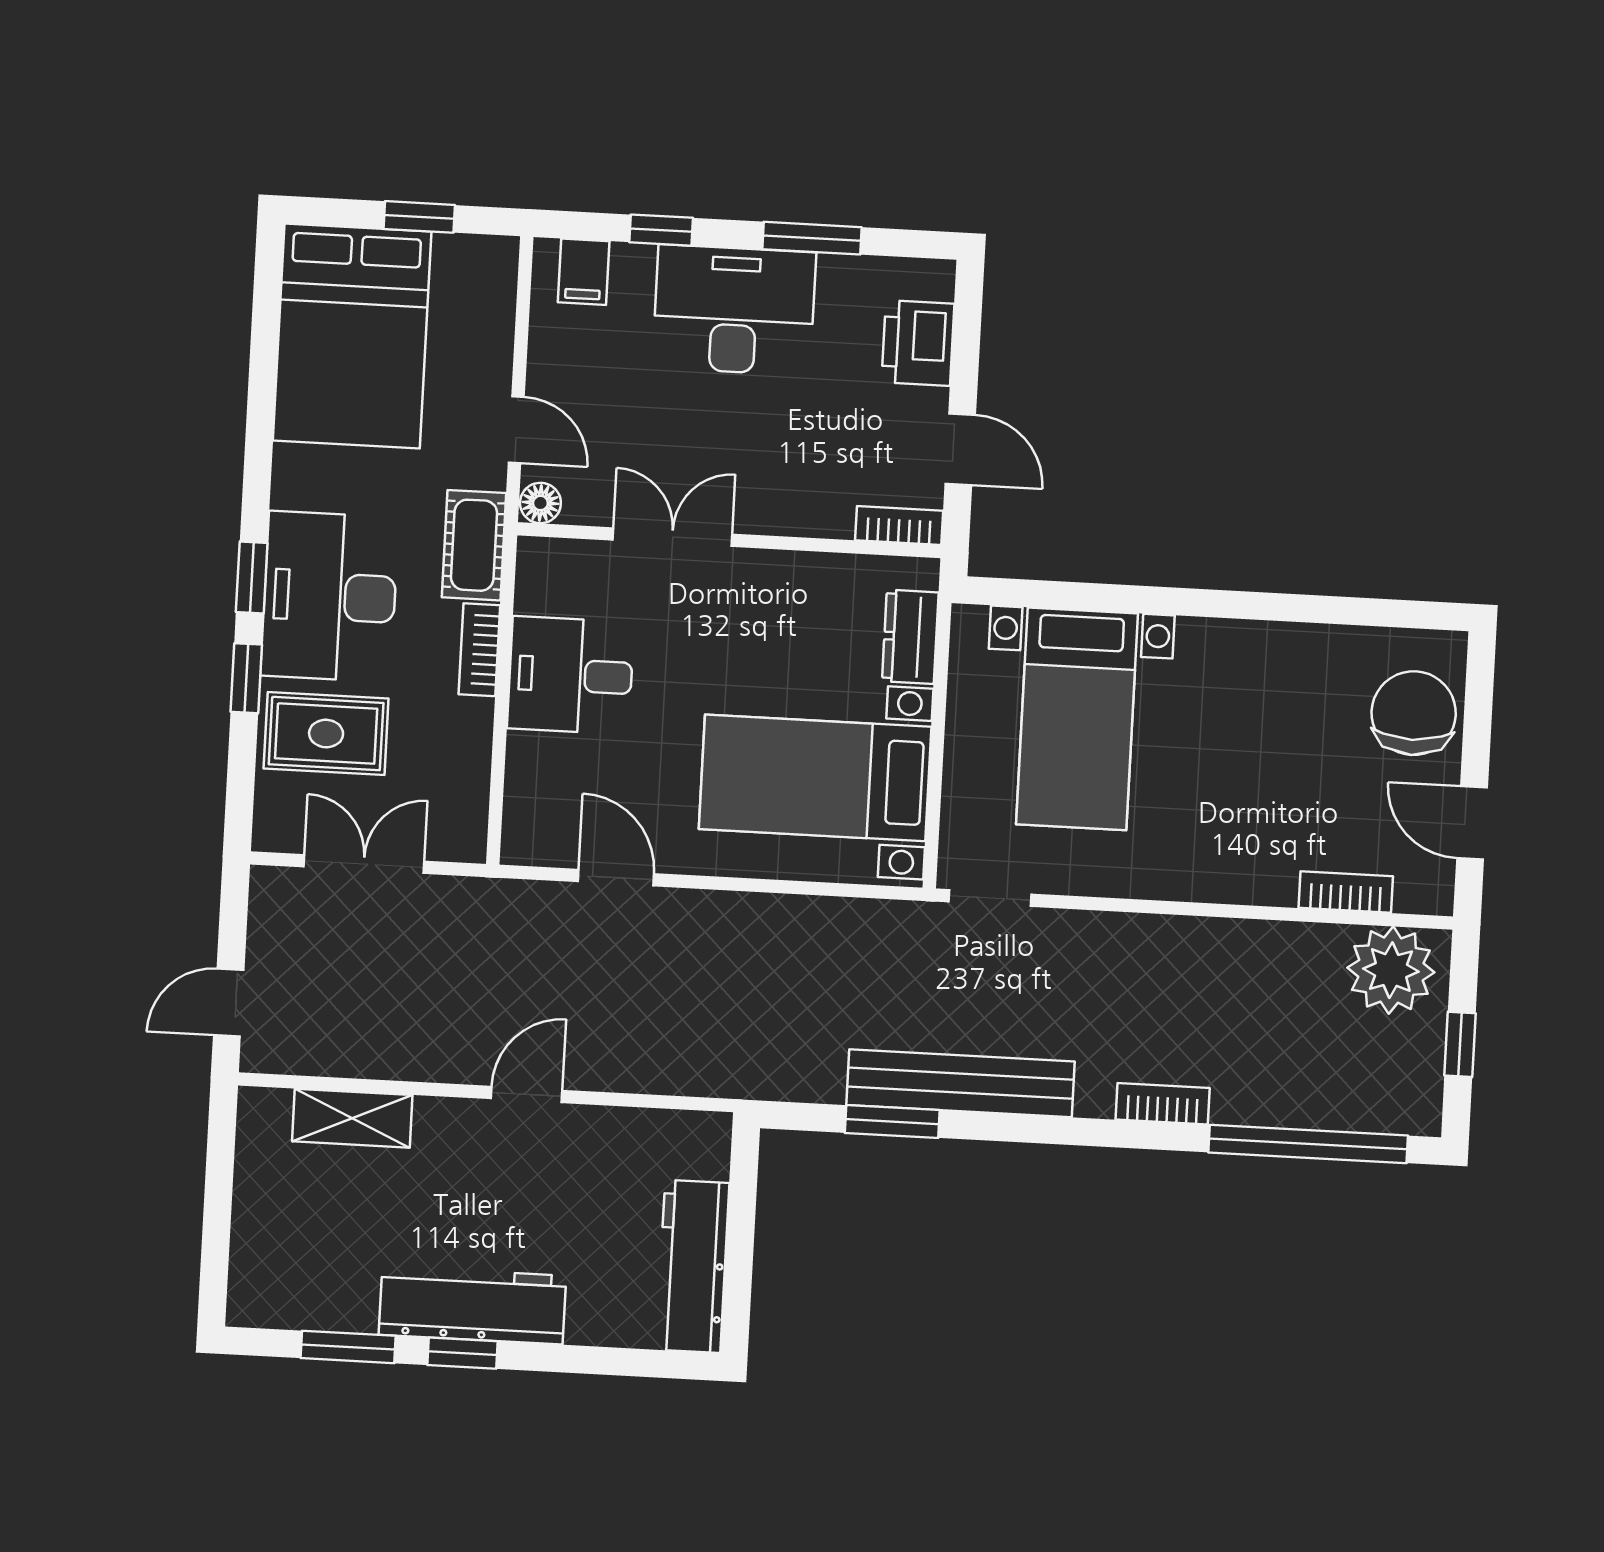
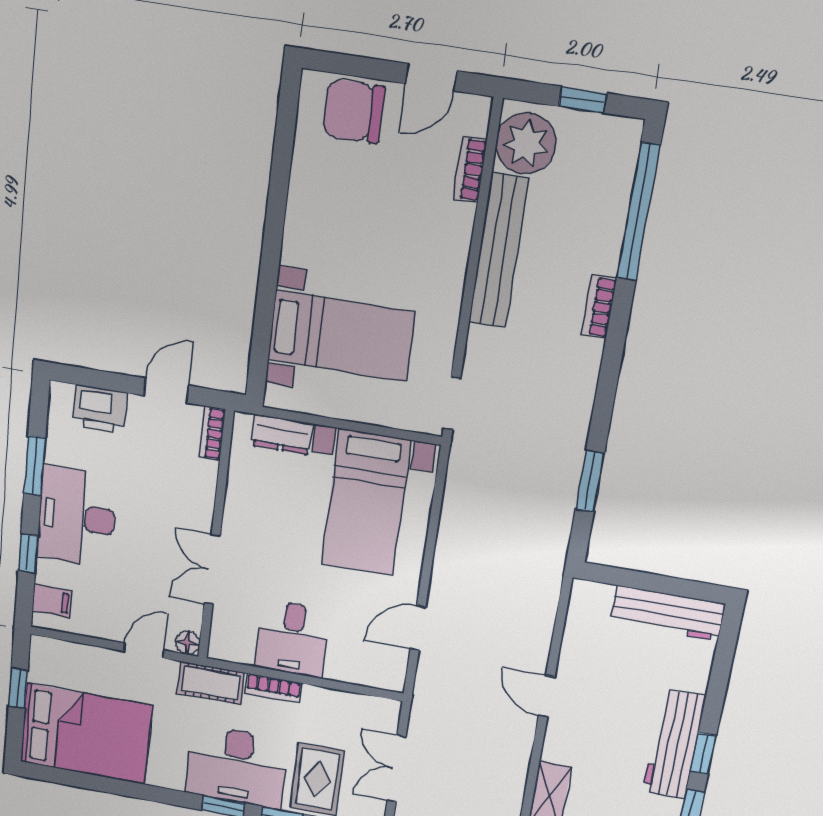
bench: (961, 1083) -> (498, 251), moved

